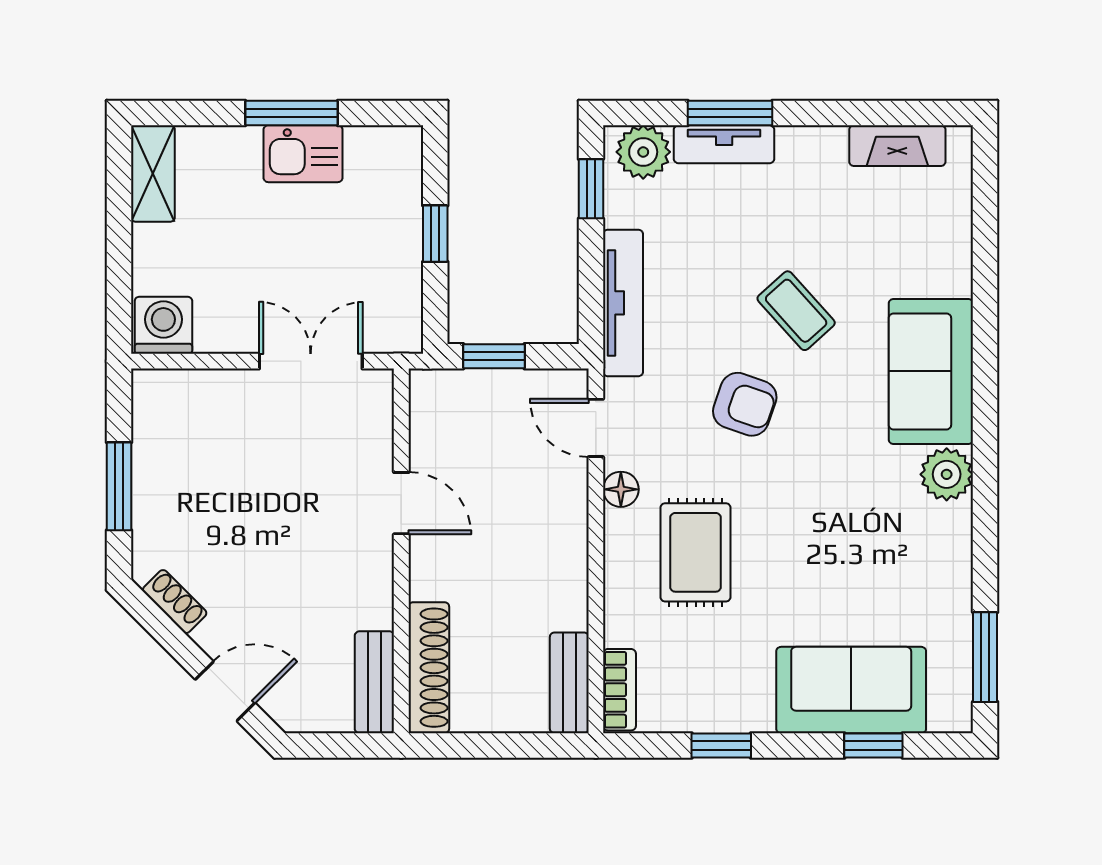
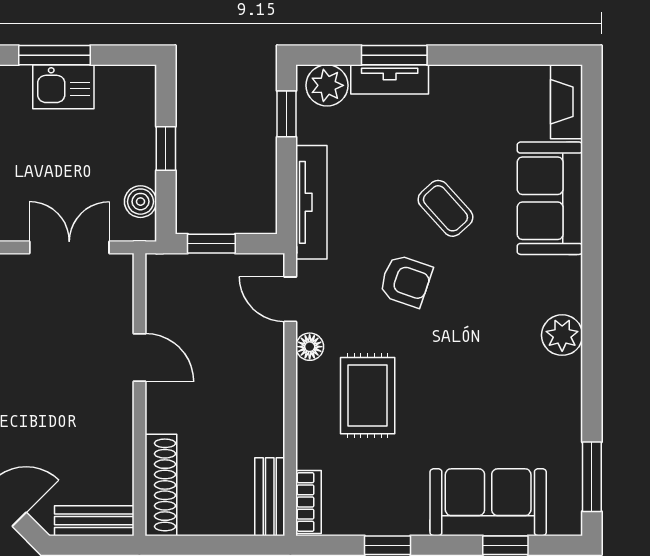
fireplace: (897, 146) -> (567, 102), moved, turned 90
boiler: (403, 302) -> (140, 202), added
sofa: (931, 371) -> (550, 198), moved
bench: (374, 682) -> (94, 521), moved, turned 90

